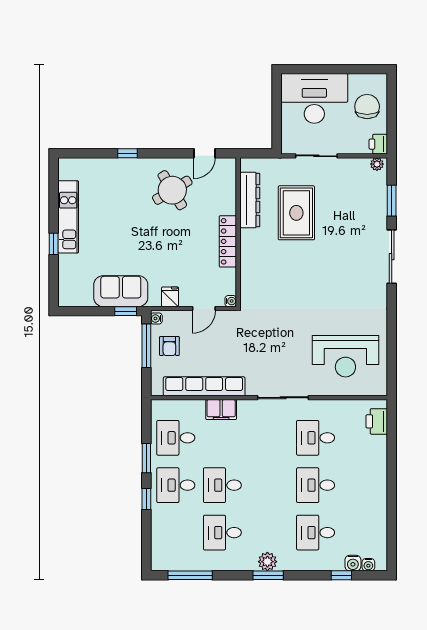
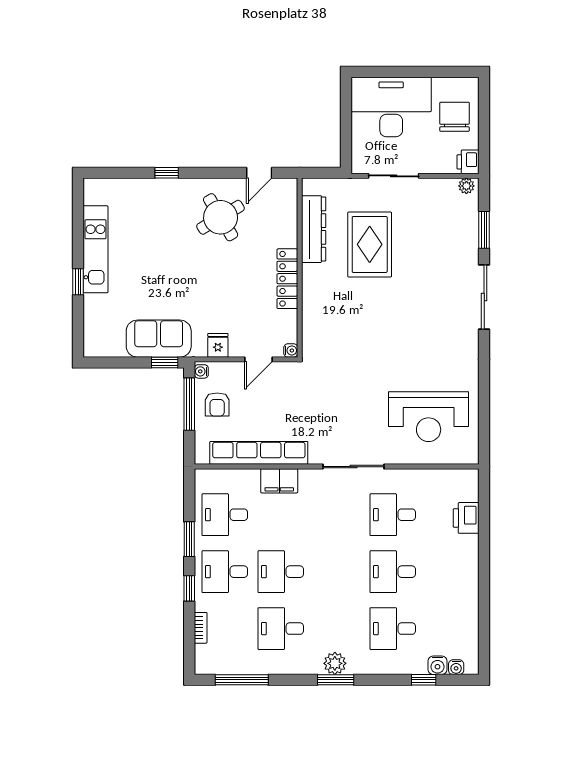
printer: (377, 421) -> (466, 518), moved
bookcase: (156, 532) -> (201, 628), added

